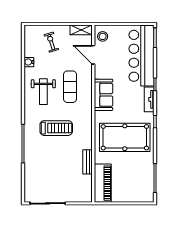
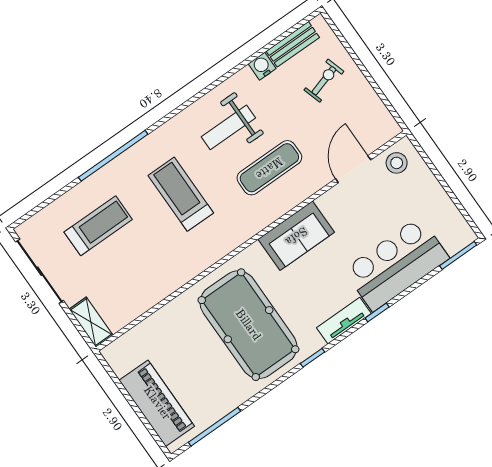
shelving: (81, 30) -> (91, 322), moved
bar counter: (141, 56) -> (396, 264), width x0.73
treadmill: (56, 128) -> (181, 194), turned 180
bench: (88, 162) -> (293, 44), moved
treadmill: (46, 168) -> (98, 226), added
piano: (103, 183) -> (157, 403), moved, turned -90

